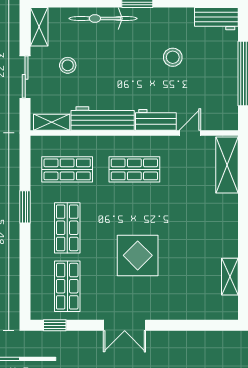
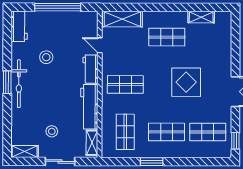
bicycle: (103, 18) -> (19, 84), moved
shop shelf: (134, 169) -> (125, 84), turned 90
shop shelf: (202, 228) -> (167, 37), added

